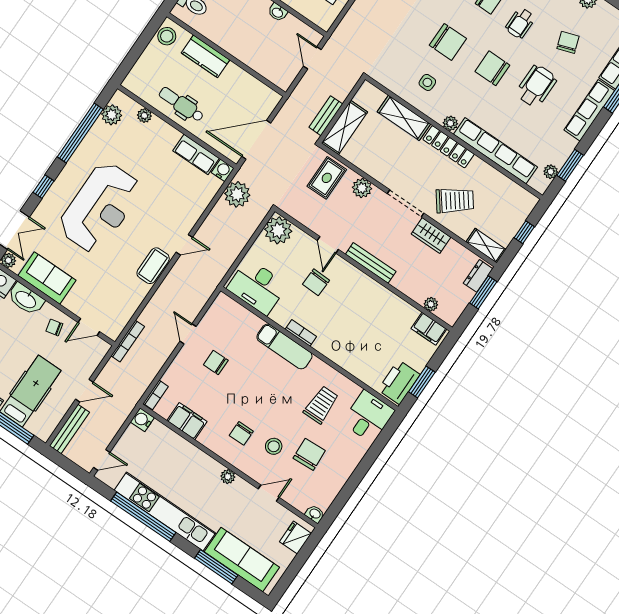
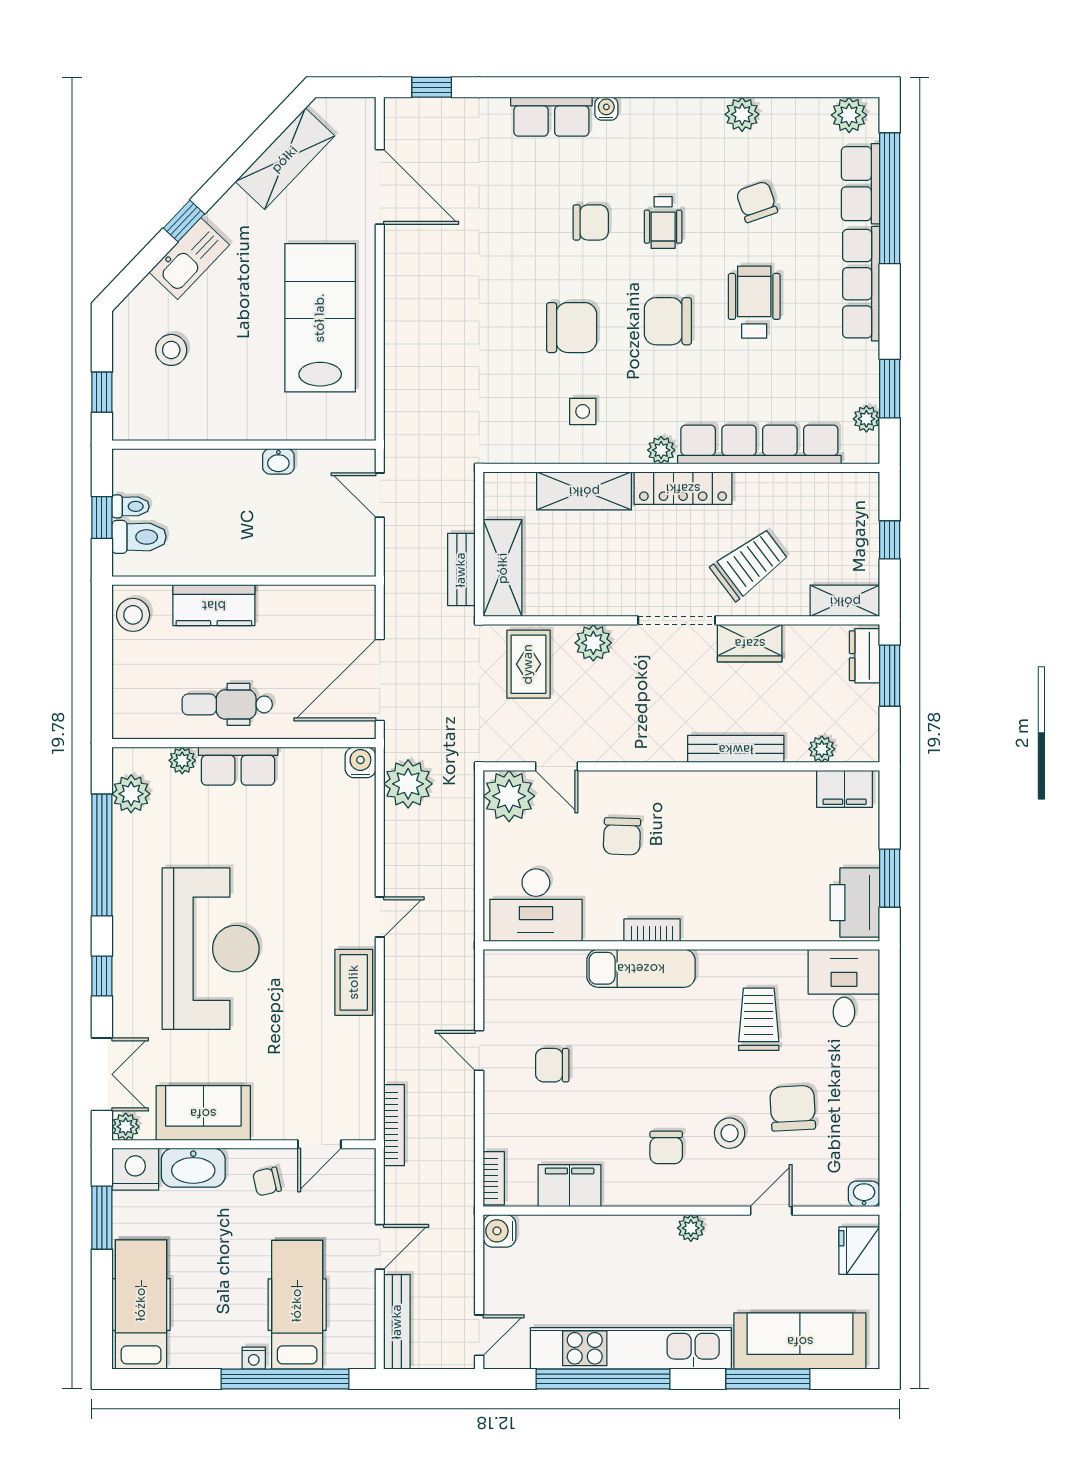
row of seats: (196, 155) -> (238, 766), moved
door: (328, 245) -> (556, 766), moved
bench: (371, 263) -> (736, 749), moved

